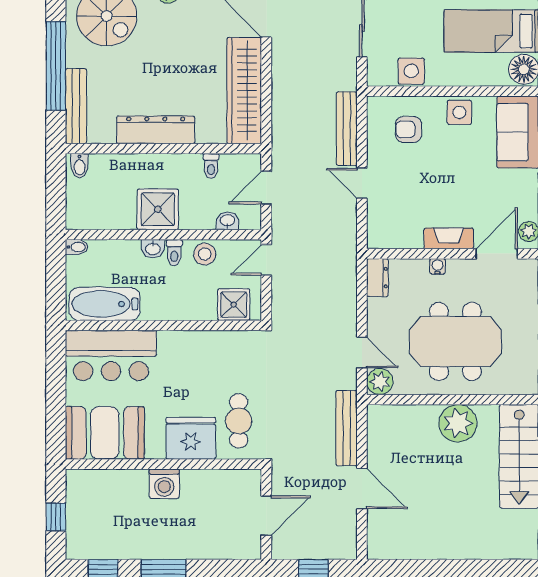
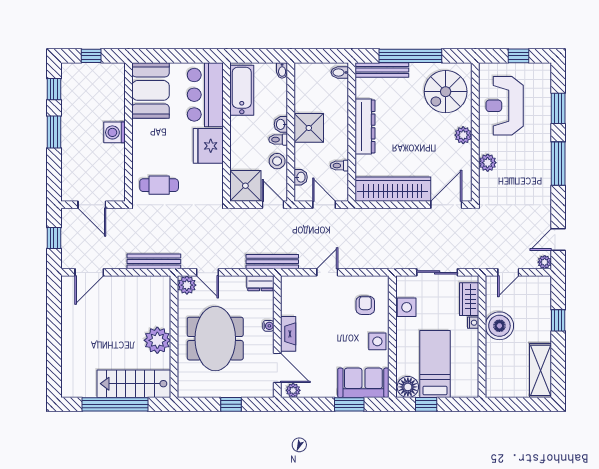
bench: (347, 129) -> (272, 262), moved
shower: (234, 305) -> (245, 186), width x1.36, depth x1.36
door: (362, 352) -> (208, 272), hinge flipped
fridge: (191, 438) -> (208, 146), moved, turned 180
door: (362, 489) -> (89, 272), moved

